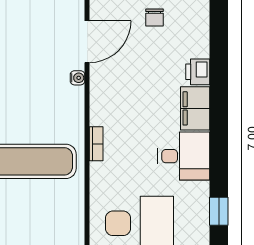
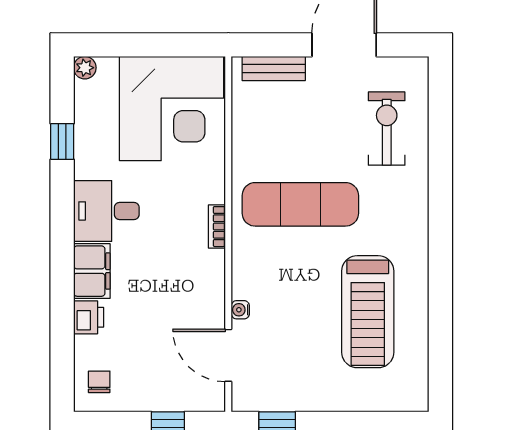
chair: (154, 17) -> (99, 382), moved
door: (87, 42) -> (228, 355), hinge flipped

